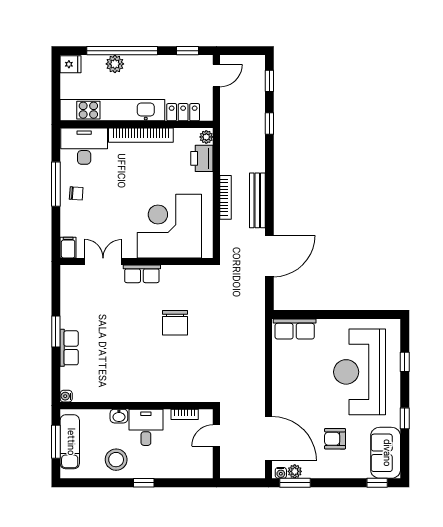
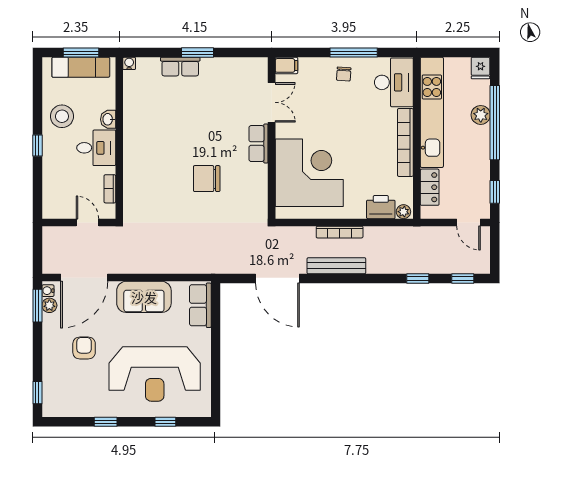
reception desk: (360, 372) -> (155, 374), turned 180
sofa: (386, 453) -> (144, 297), moved, turned 180

